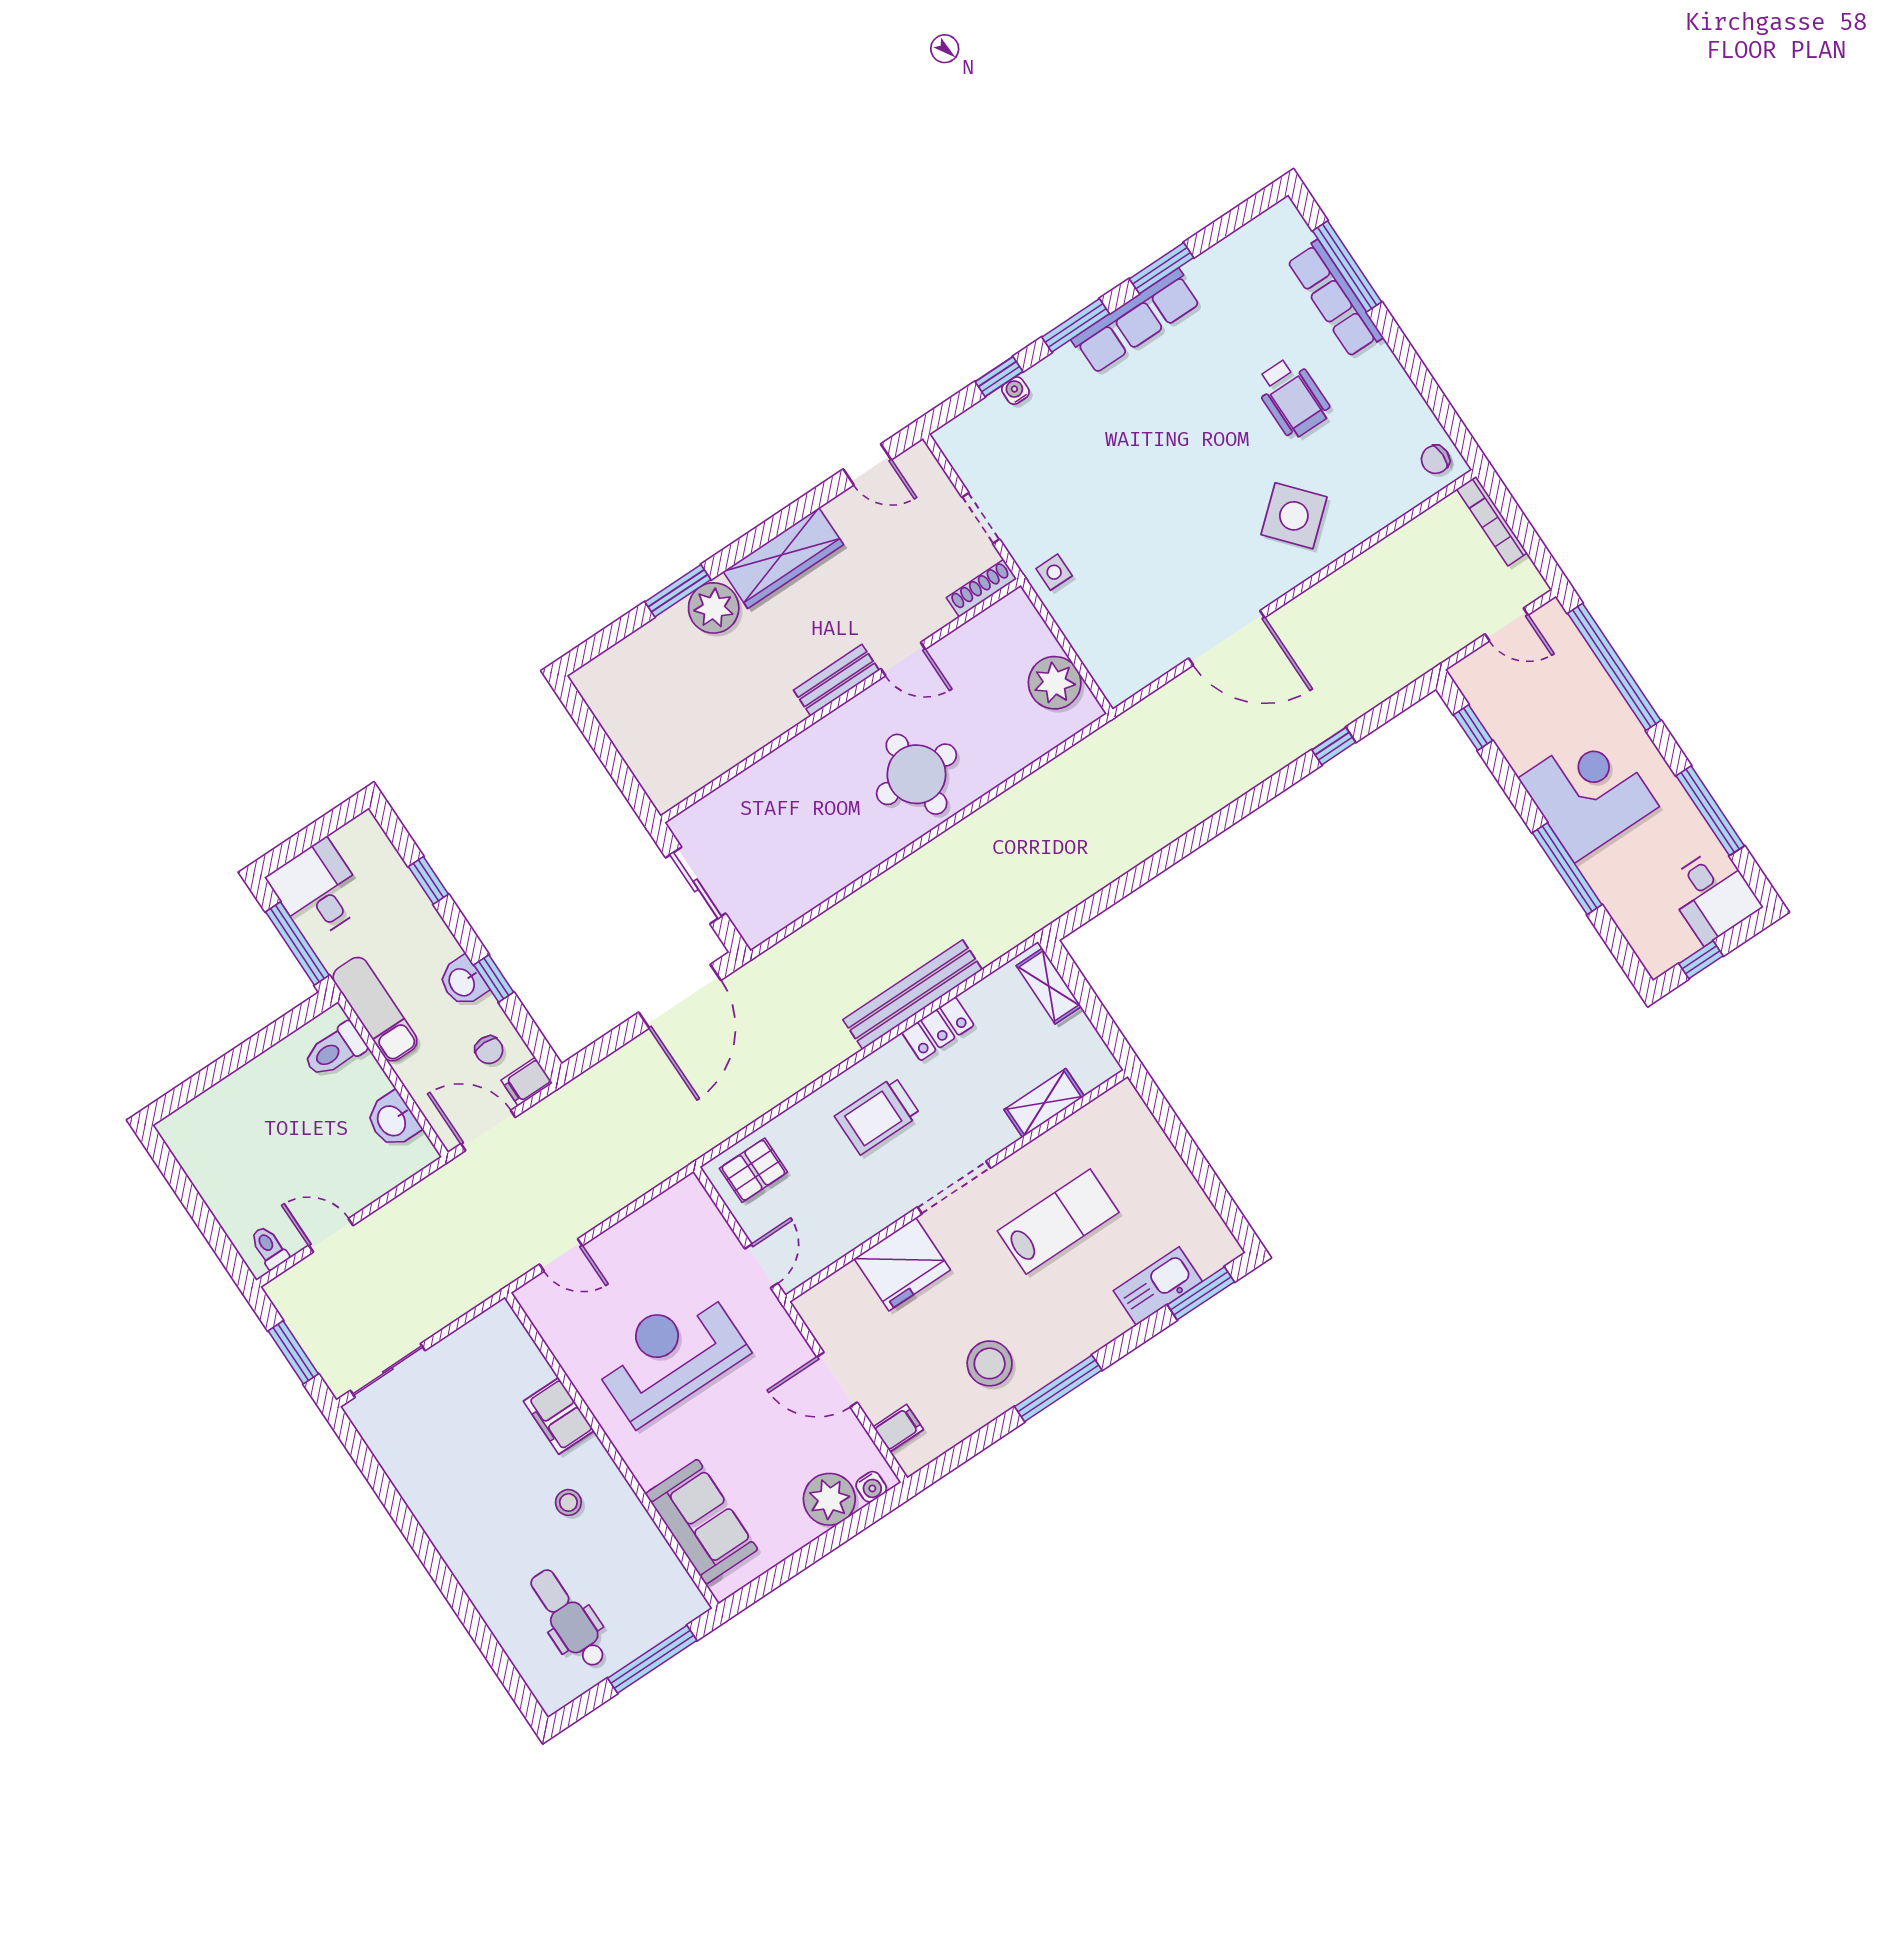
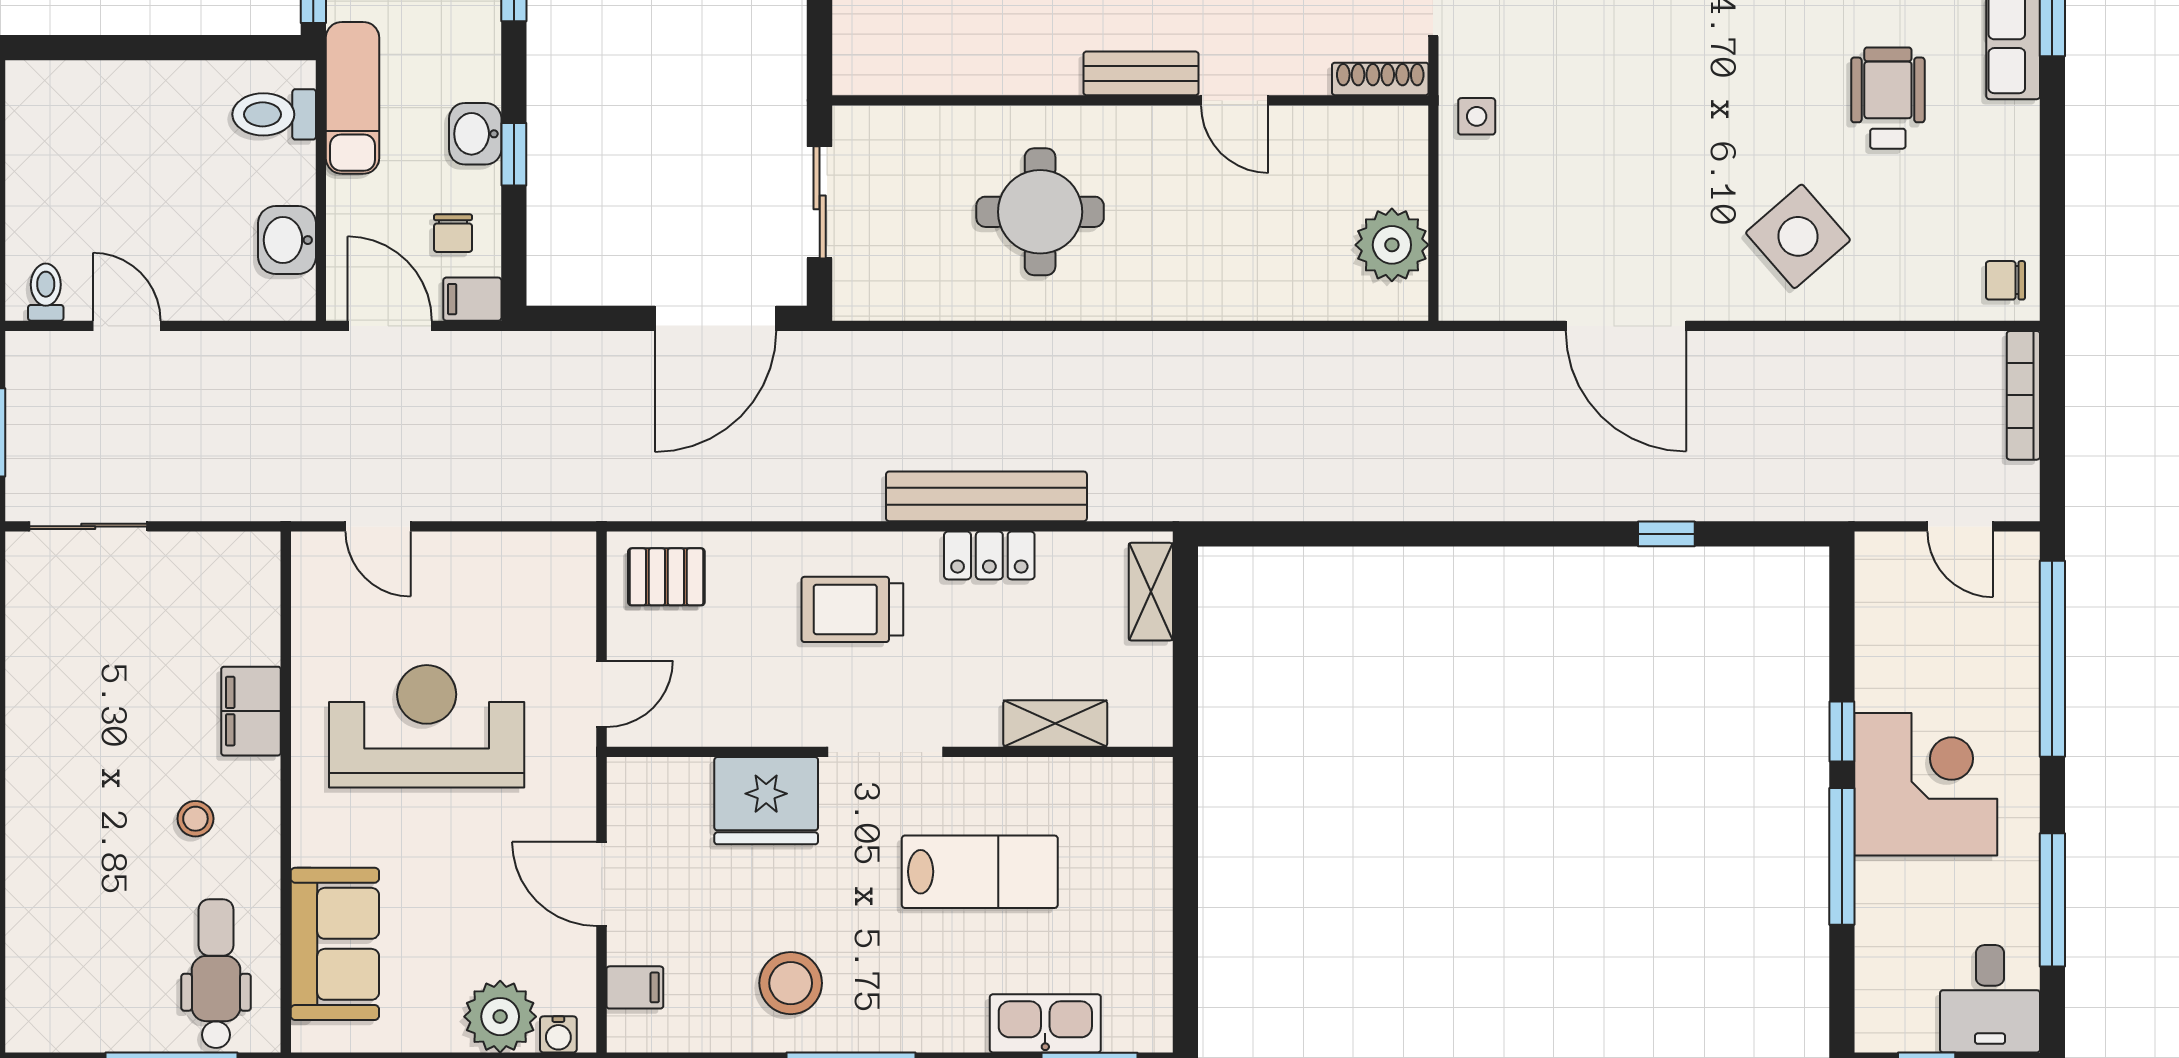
wheelchair: (1293, 397) -> (1888, 98), turned 180
window: (1473, 728) -> (1842, 731), moved
round table: (916, 774) -> (1040, 212), moved
dental chair: (568, 1619) -> (216, 974), moved

